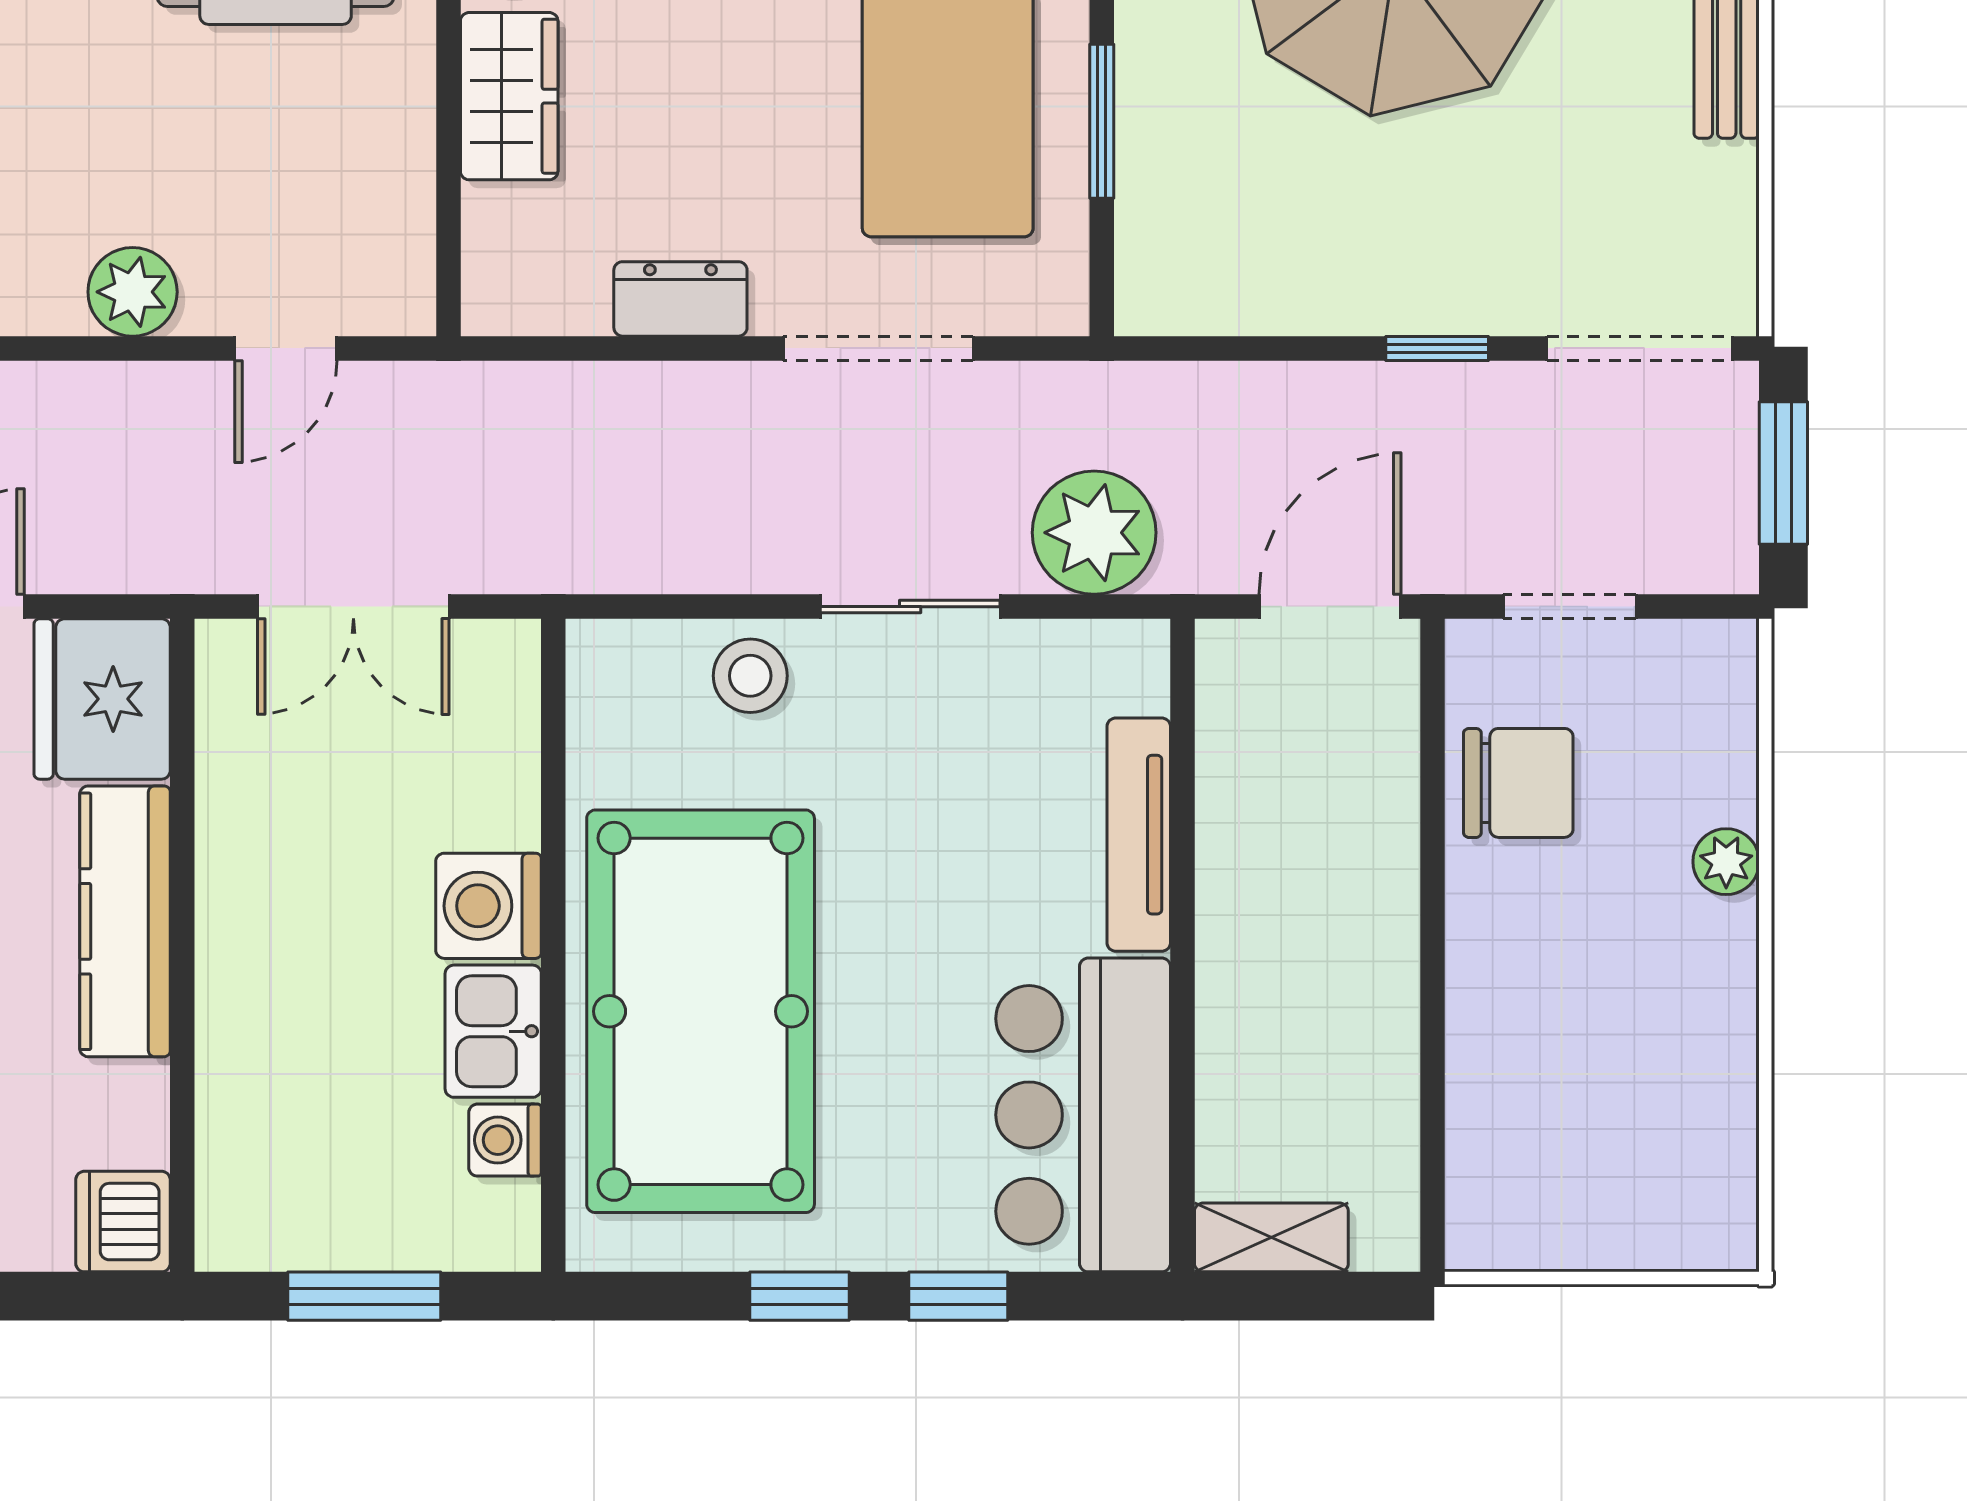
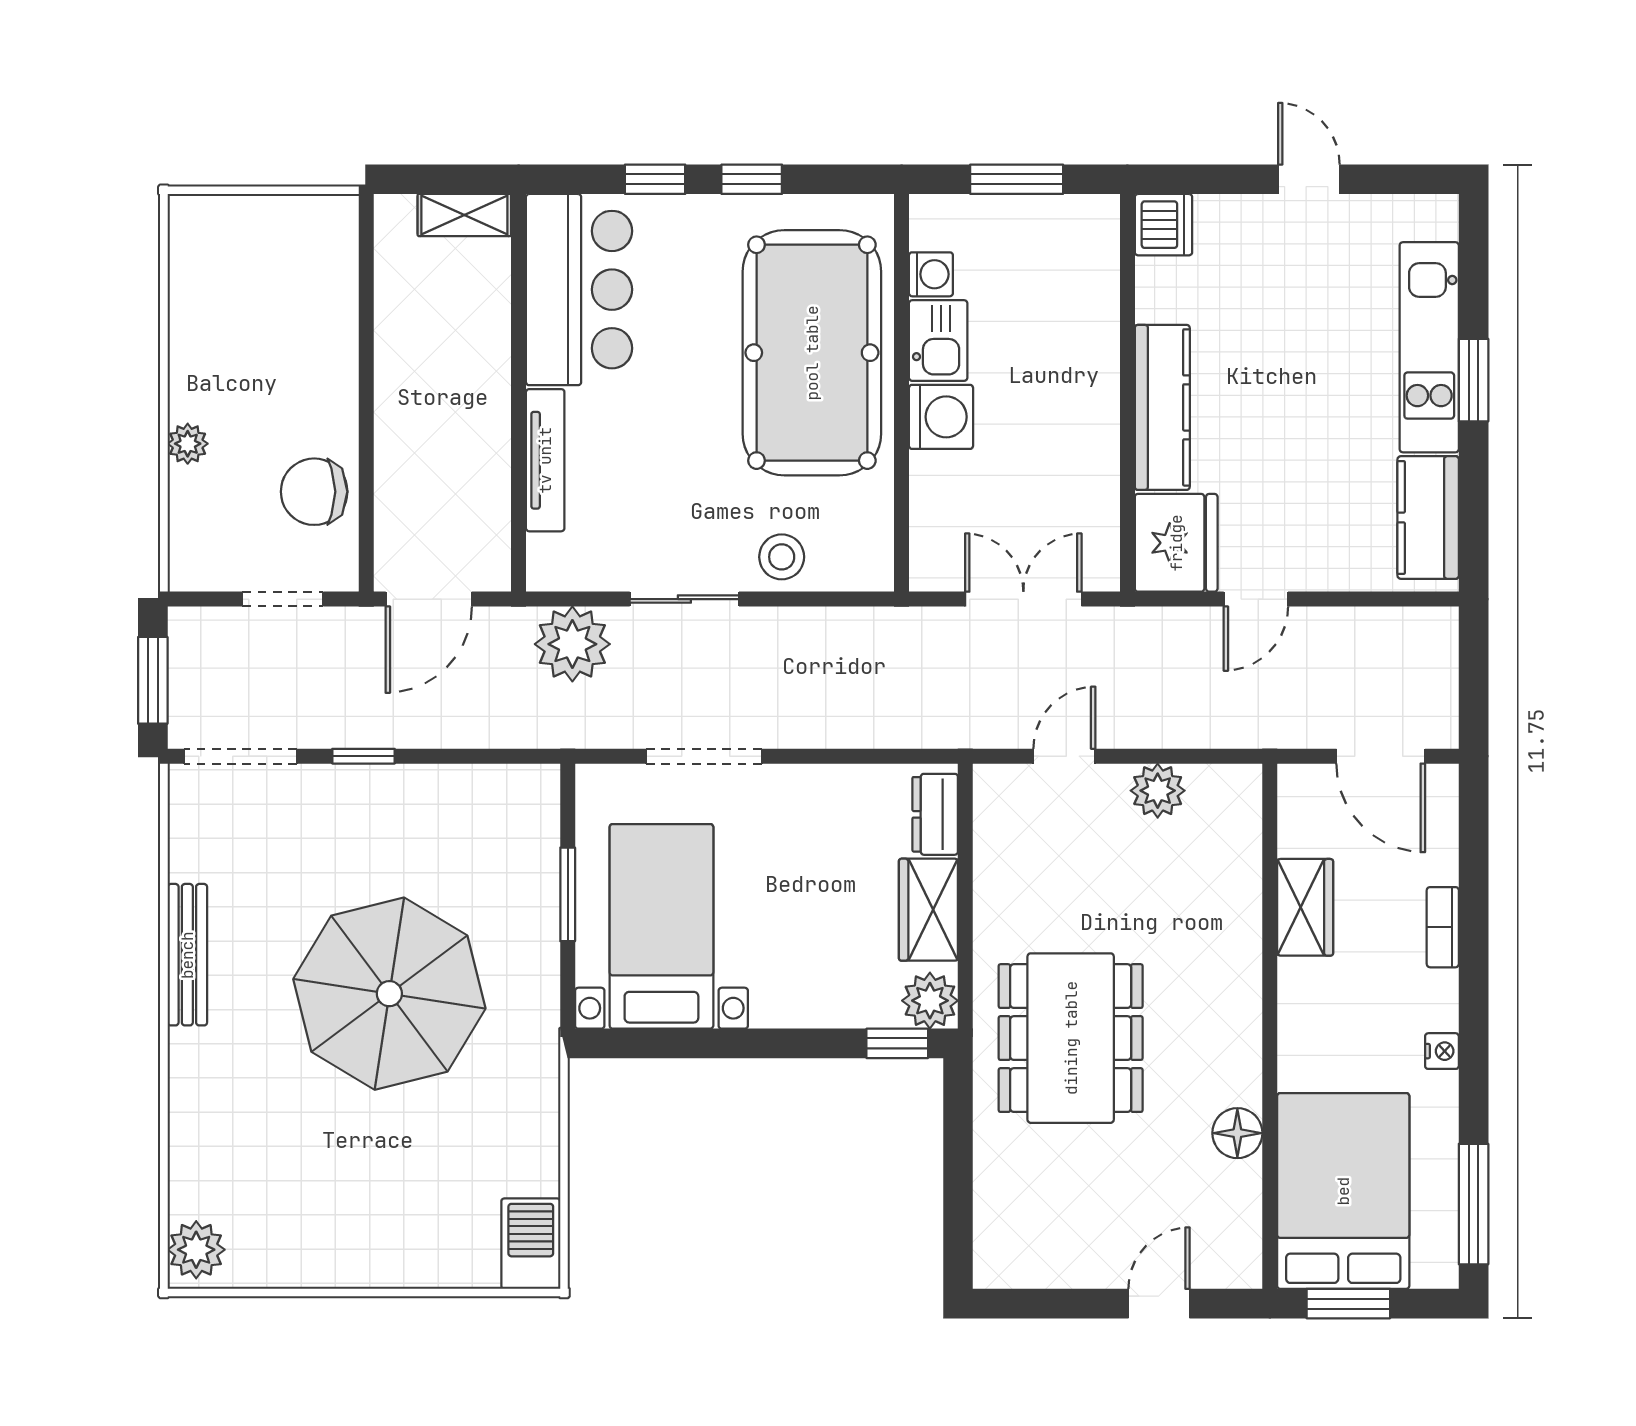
dresser: (680, 299) -> (935, 814), moved, turned 90

